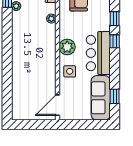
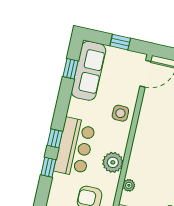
plant: (67, 47) -> (113, 162), moved
bar counter: (98, 53) -> (75, 147), moved
window: (82, 125) -> (120, 42), added

